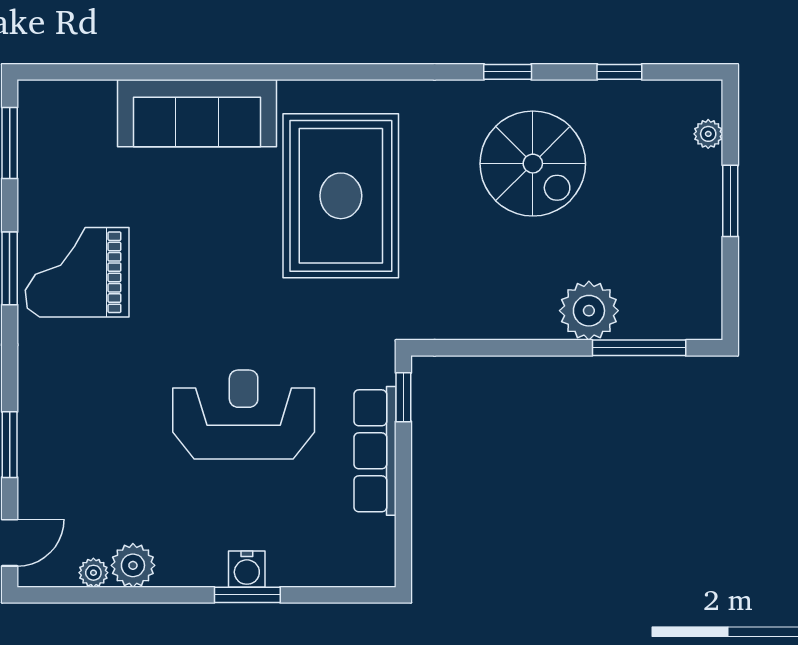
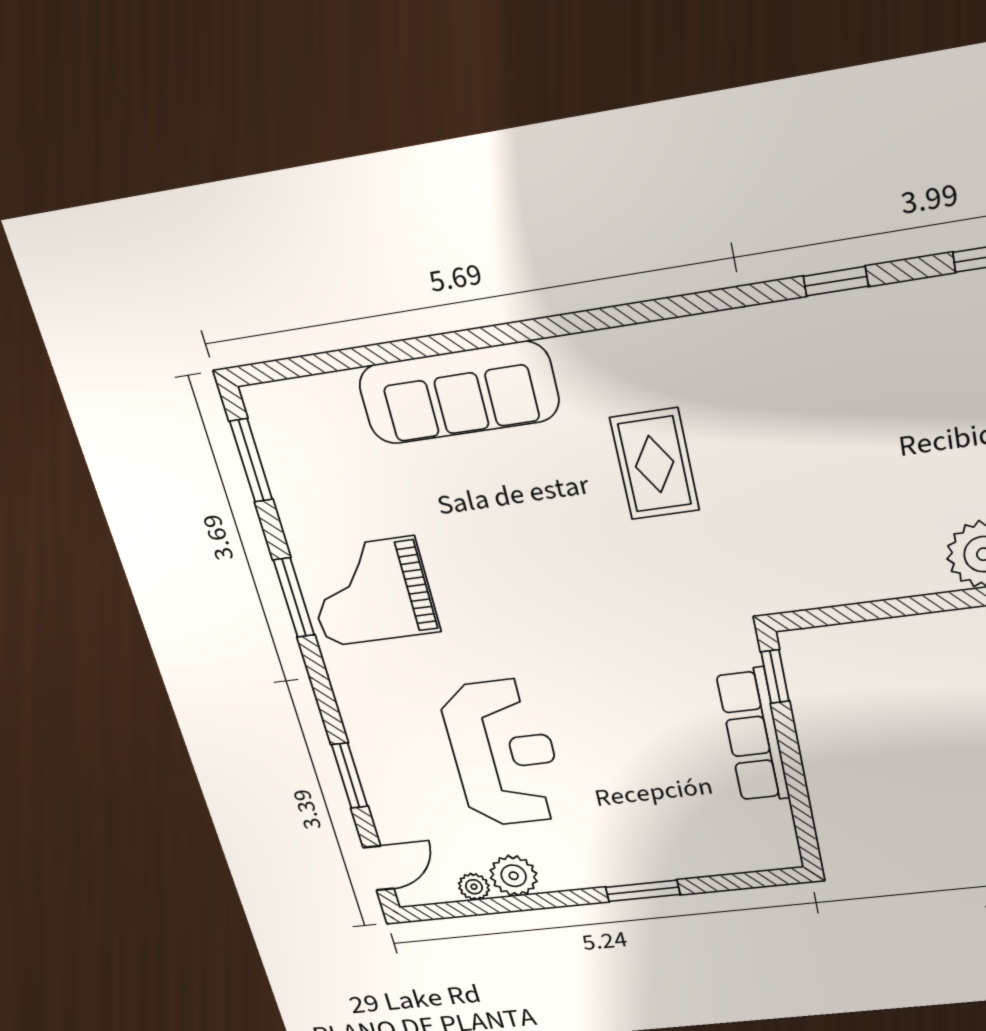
spiral stairs: (533, 164) -> (887, 391), removed
rug: (341, 196) -> (655, 464), width x0.54, depth x0.49
reception desk: (244, 414) -> (504, 753), moved, turned 90
water cooler: (247, 569) -> (636, 867), removed

